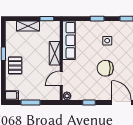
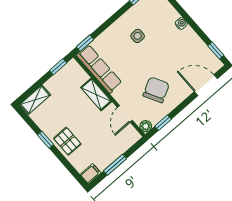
window: (97, 19) -> (85, 43), moved
shelving: (28, 26) -> (35, 100), moved
chair: (105, 68) -> (156, 90), moved, turned 152
window: (89, 102) -> (163, 123), moved

